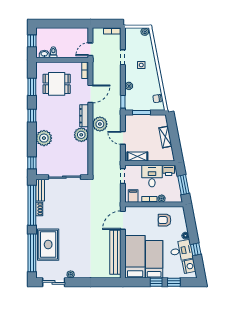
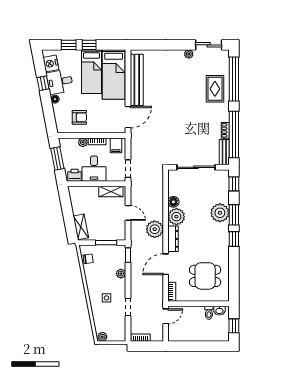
window: (32, 87) -> (234, 215), moved
shelving: (165, 137) -> (81, 227), moved
floor lamp: (84, 147) -> (173, 202), added
rug: (48, 245) -> (215, 89), width x0.73, depth x0.70

